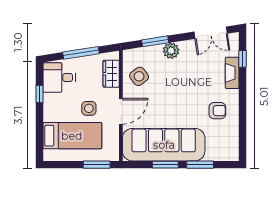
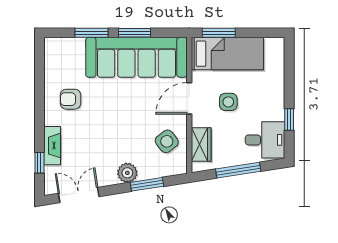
bed: (72, 136) -> (227, 54), moved, turned 180

